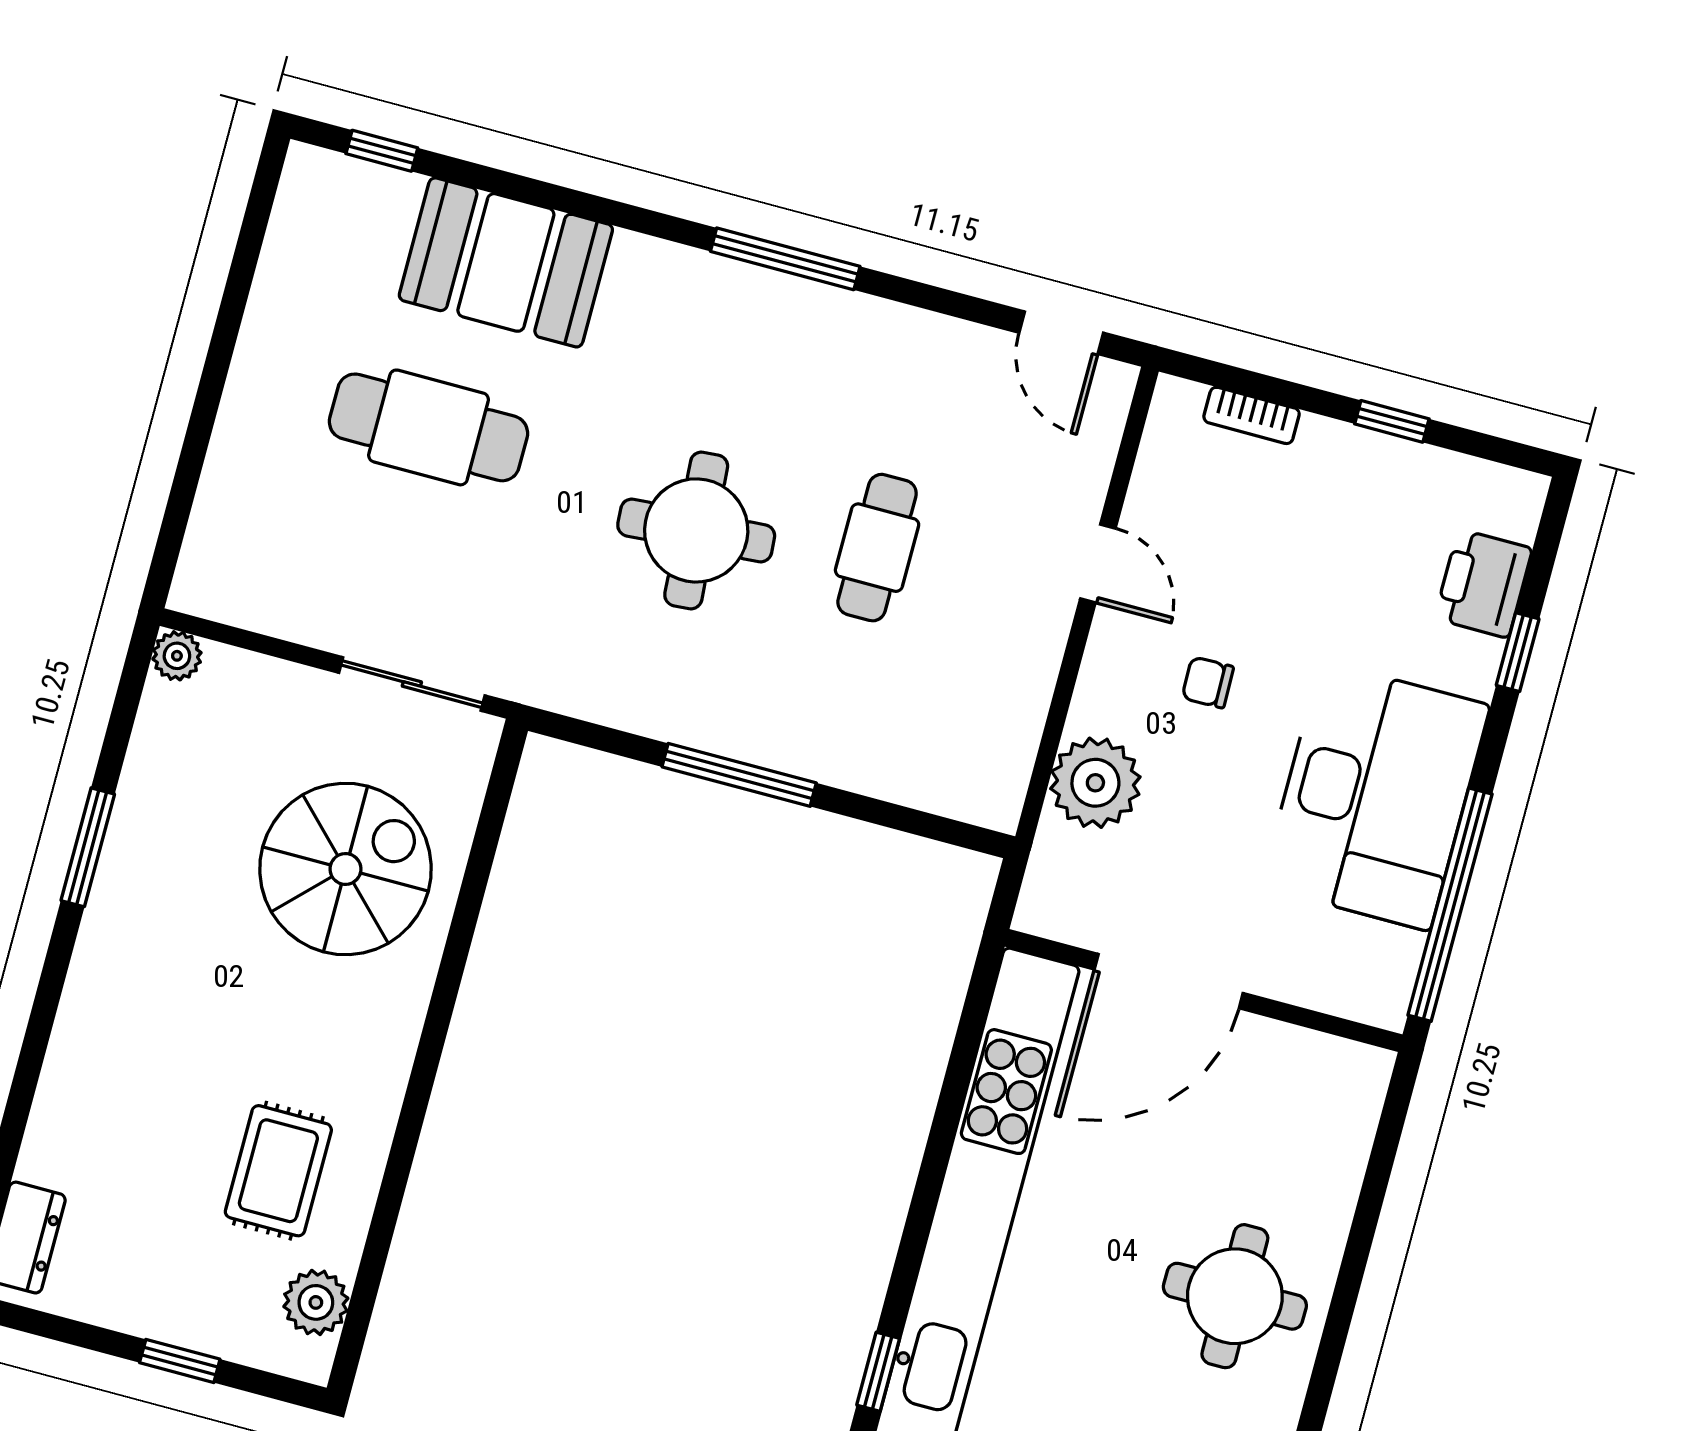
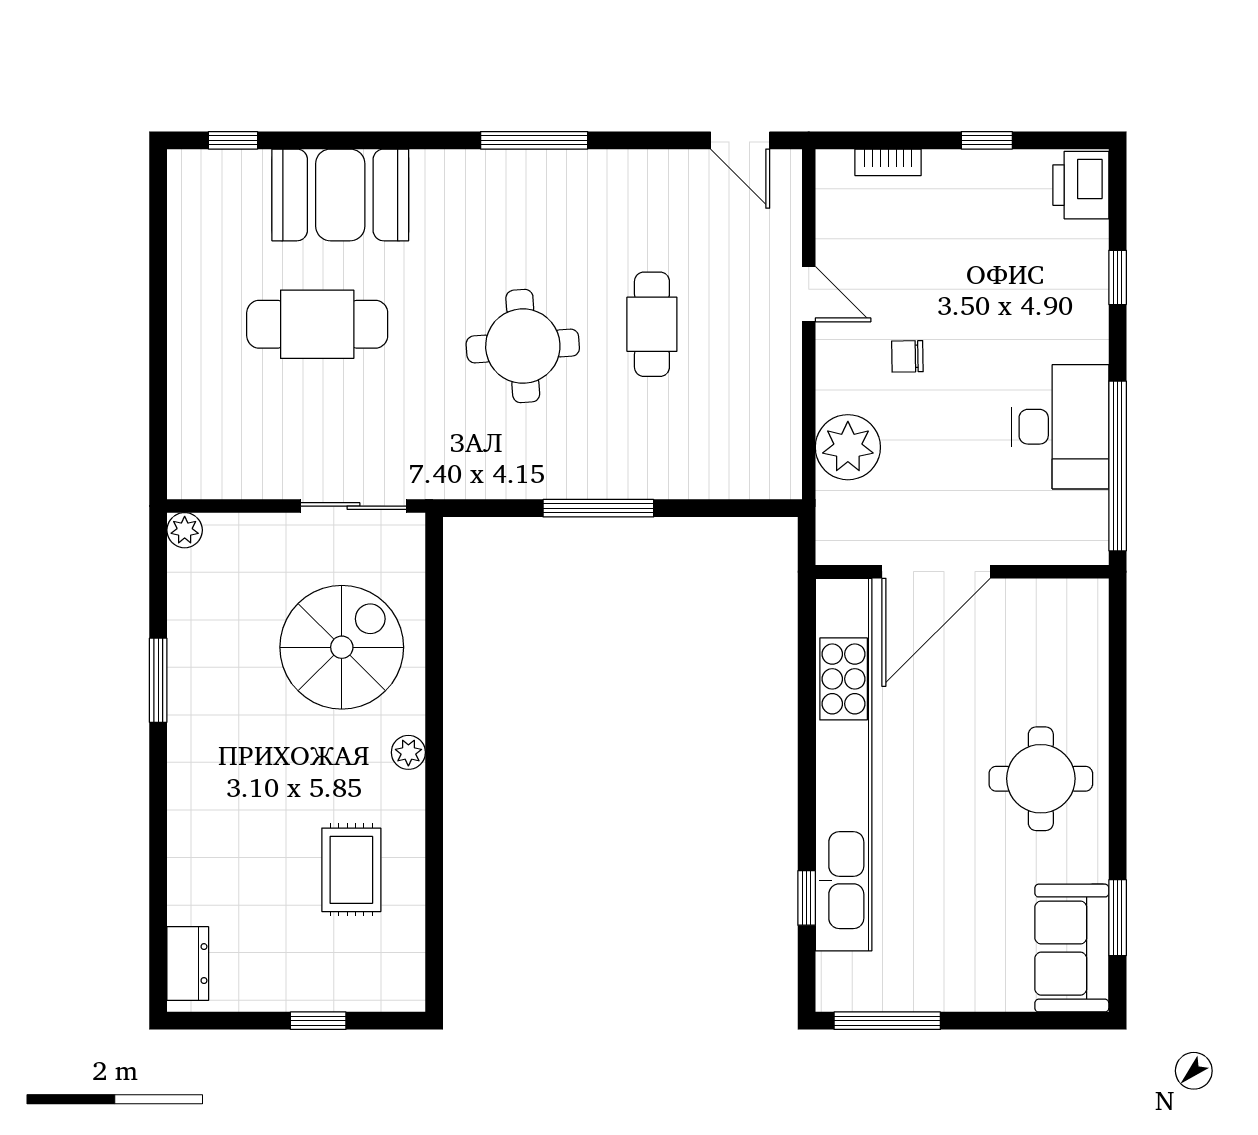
printer: (1483, 584) -> (1081, 185), moved
desk: (1376, 796) -> (1060, 427), width x0.73, depth x0.77
plant: (316, 1302) -> (408, 752), moved, width x0.73, depth x0.73

